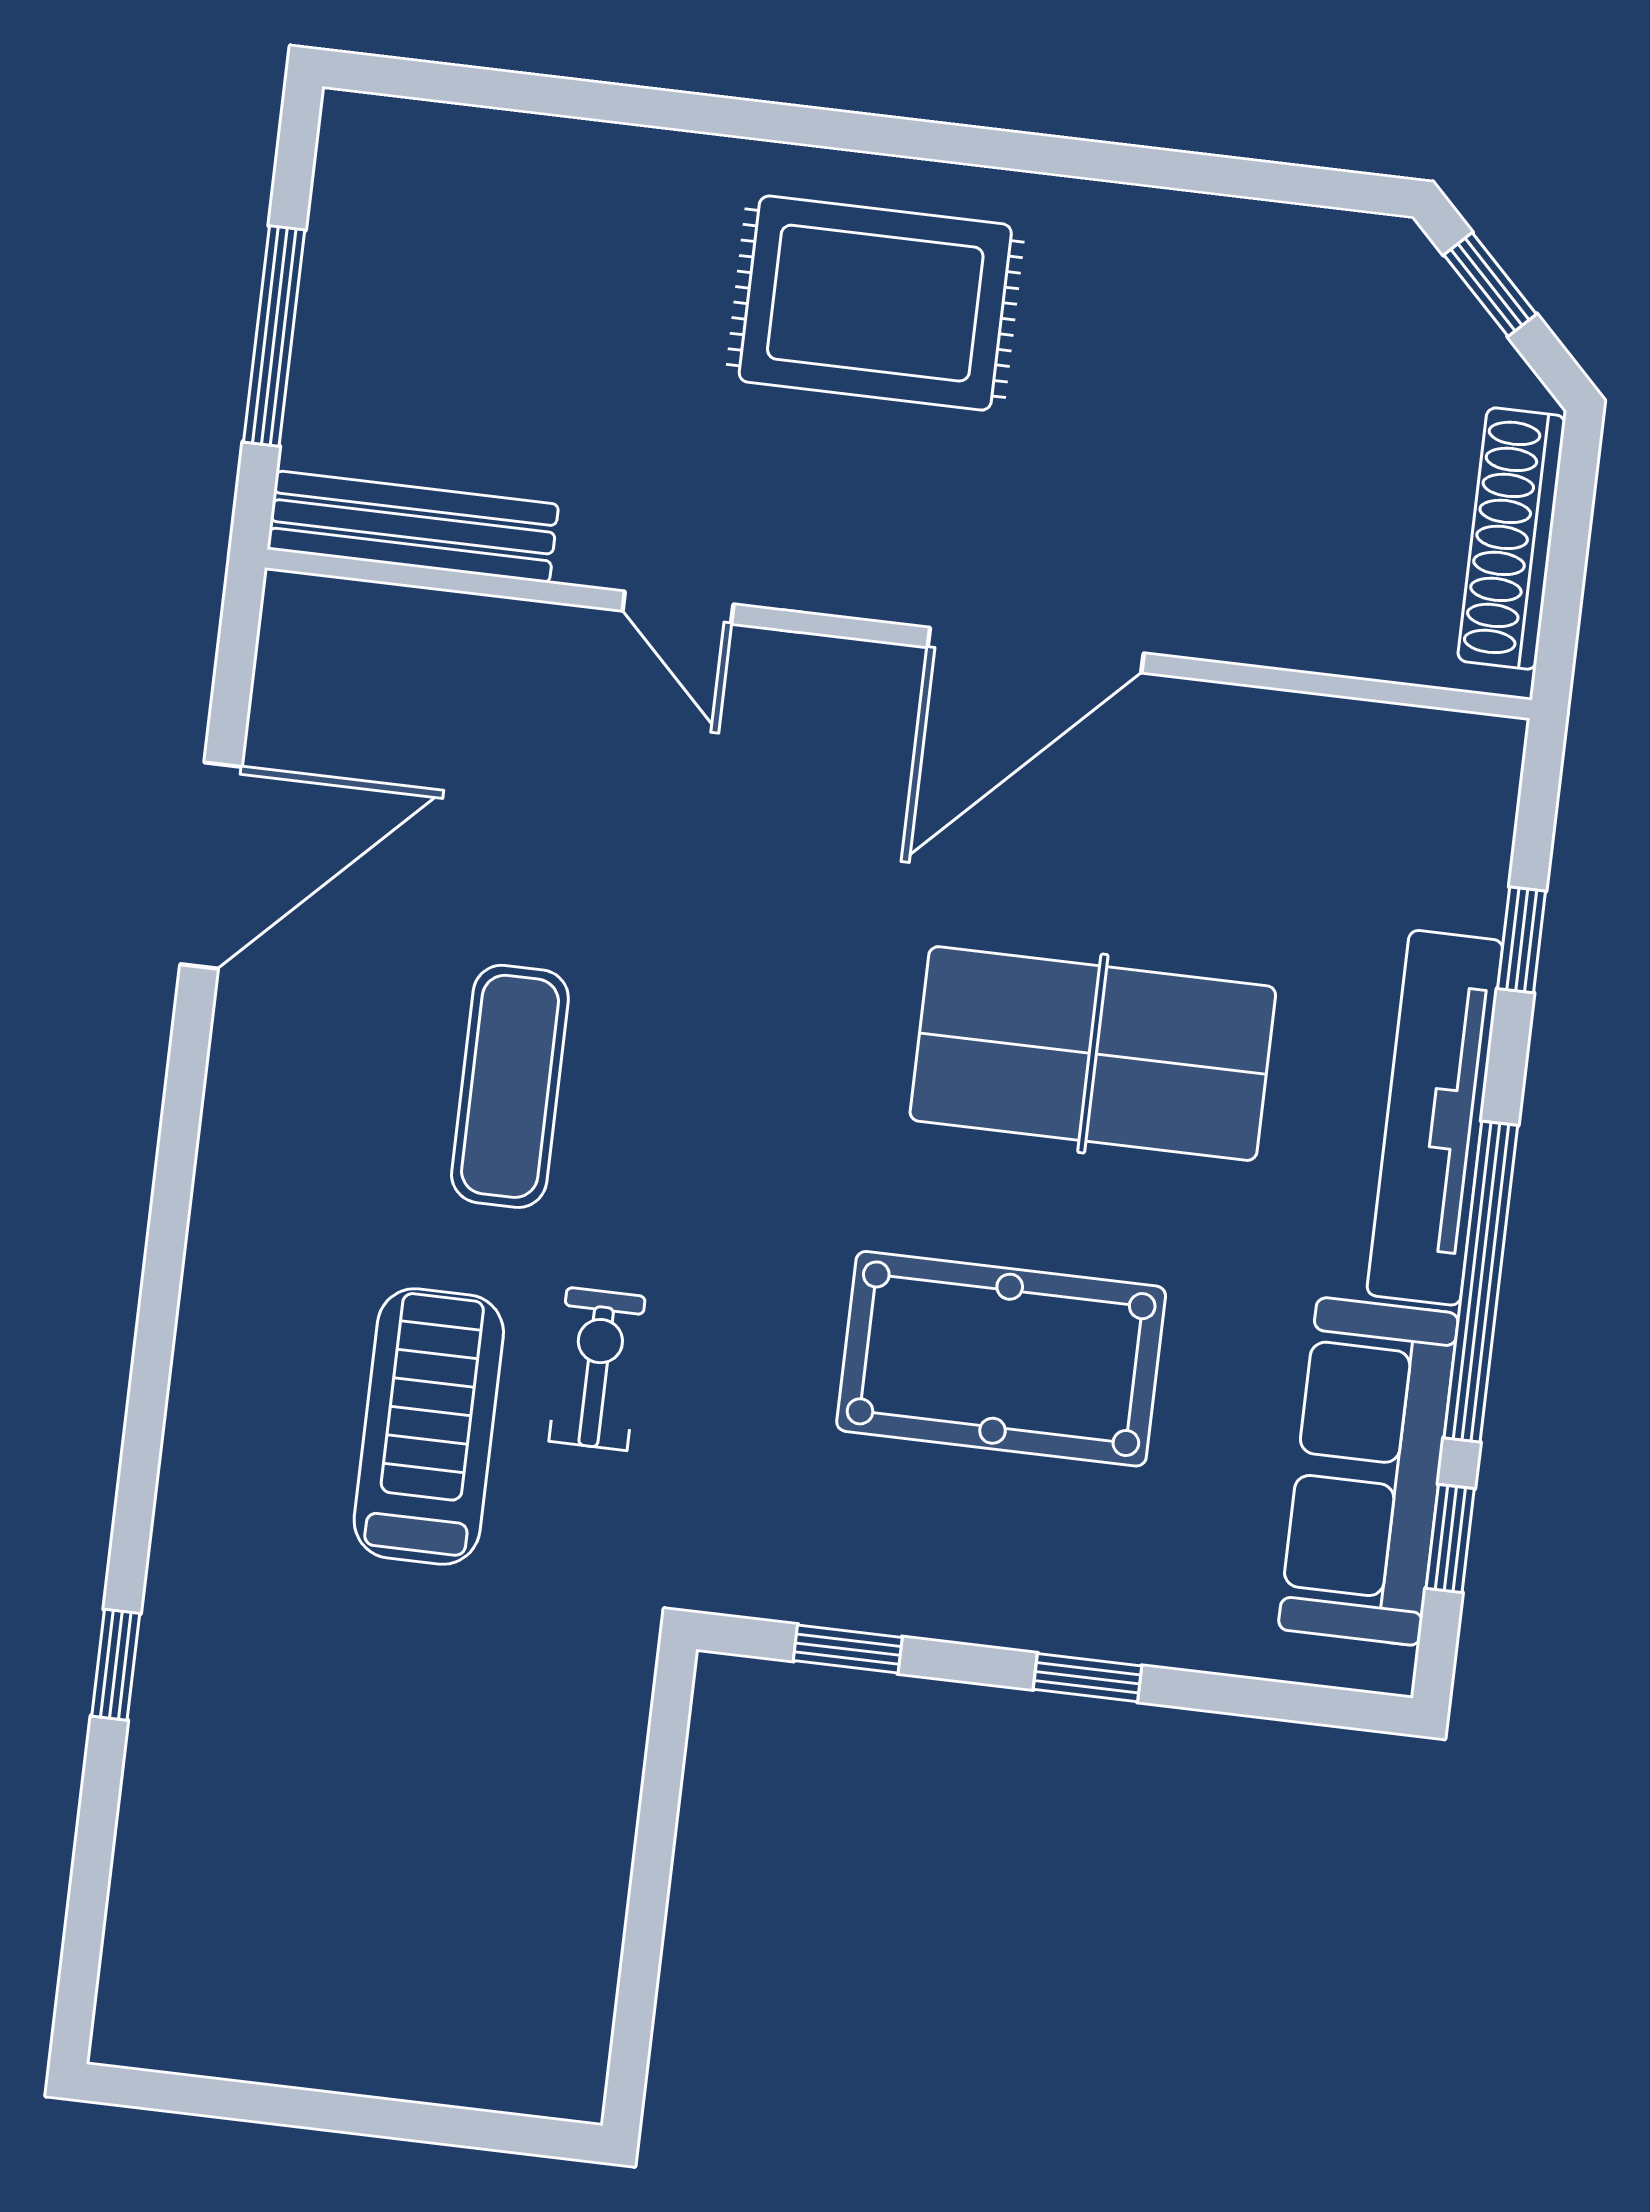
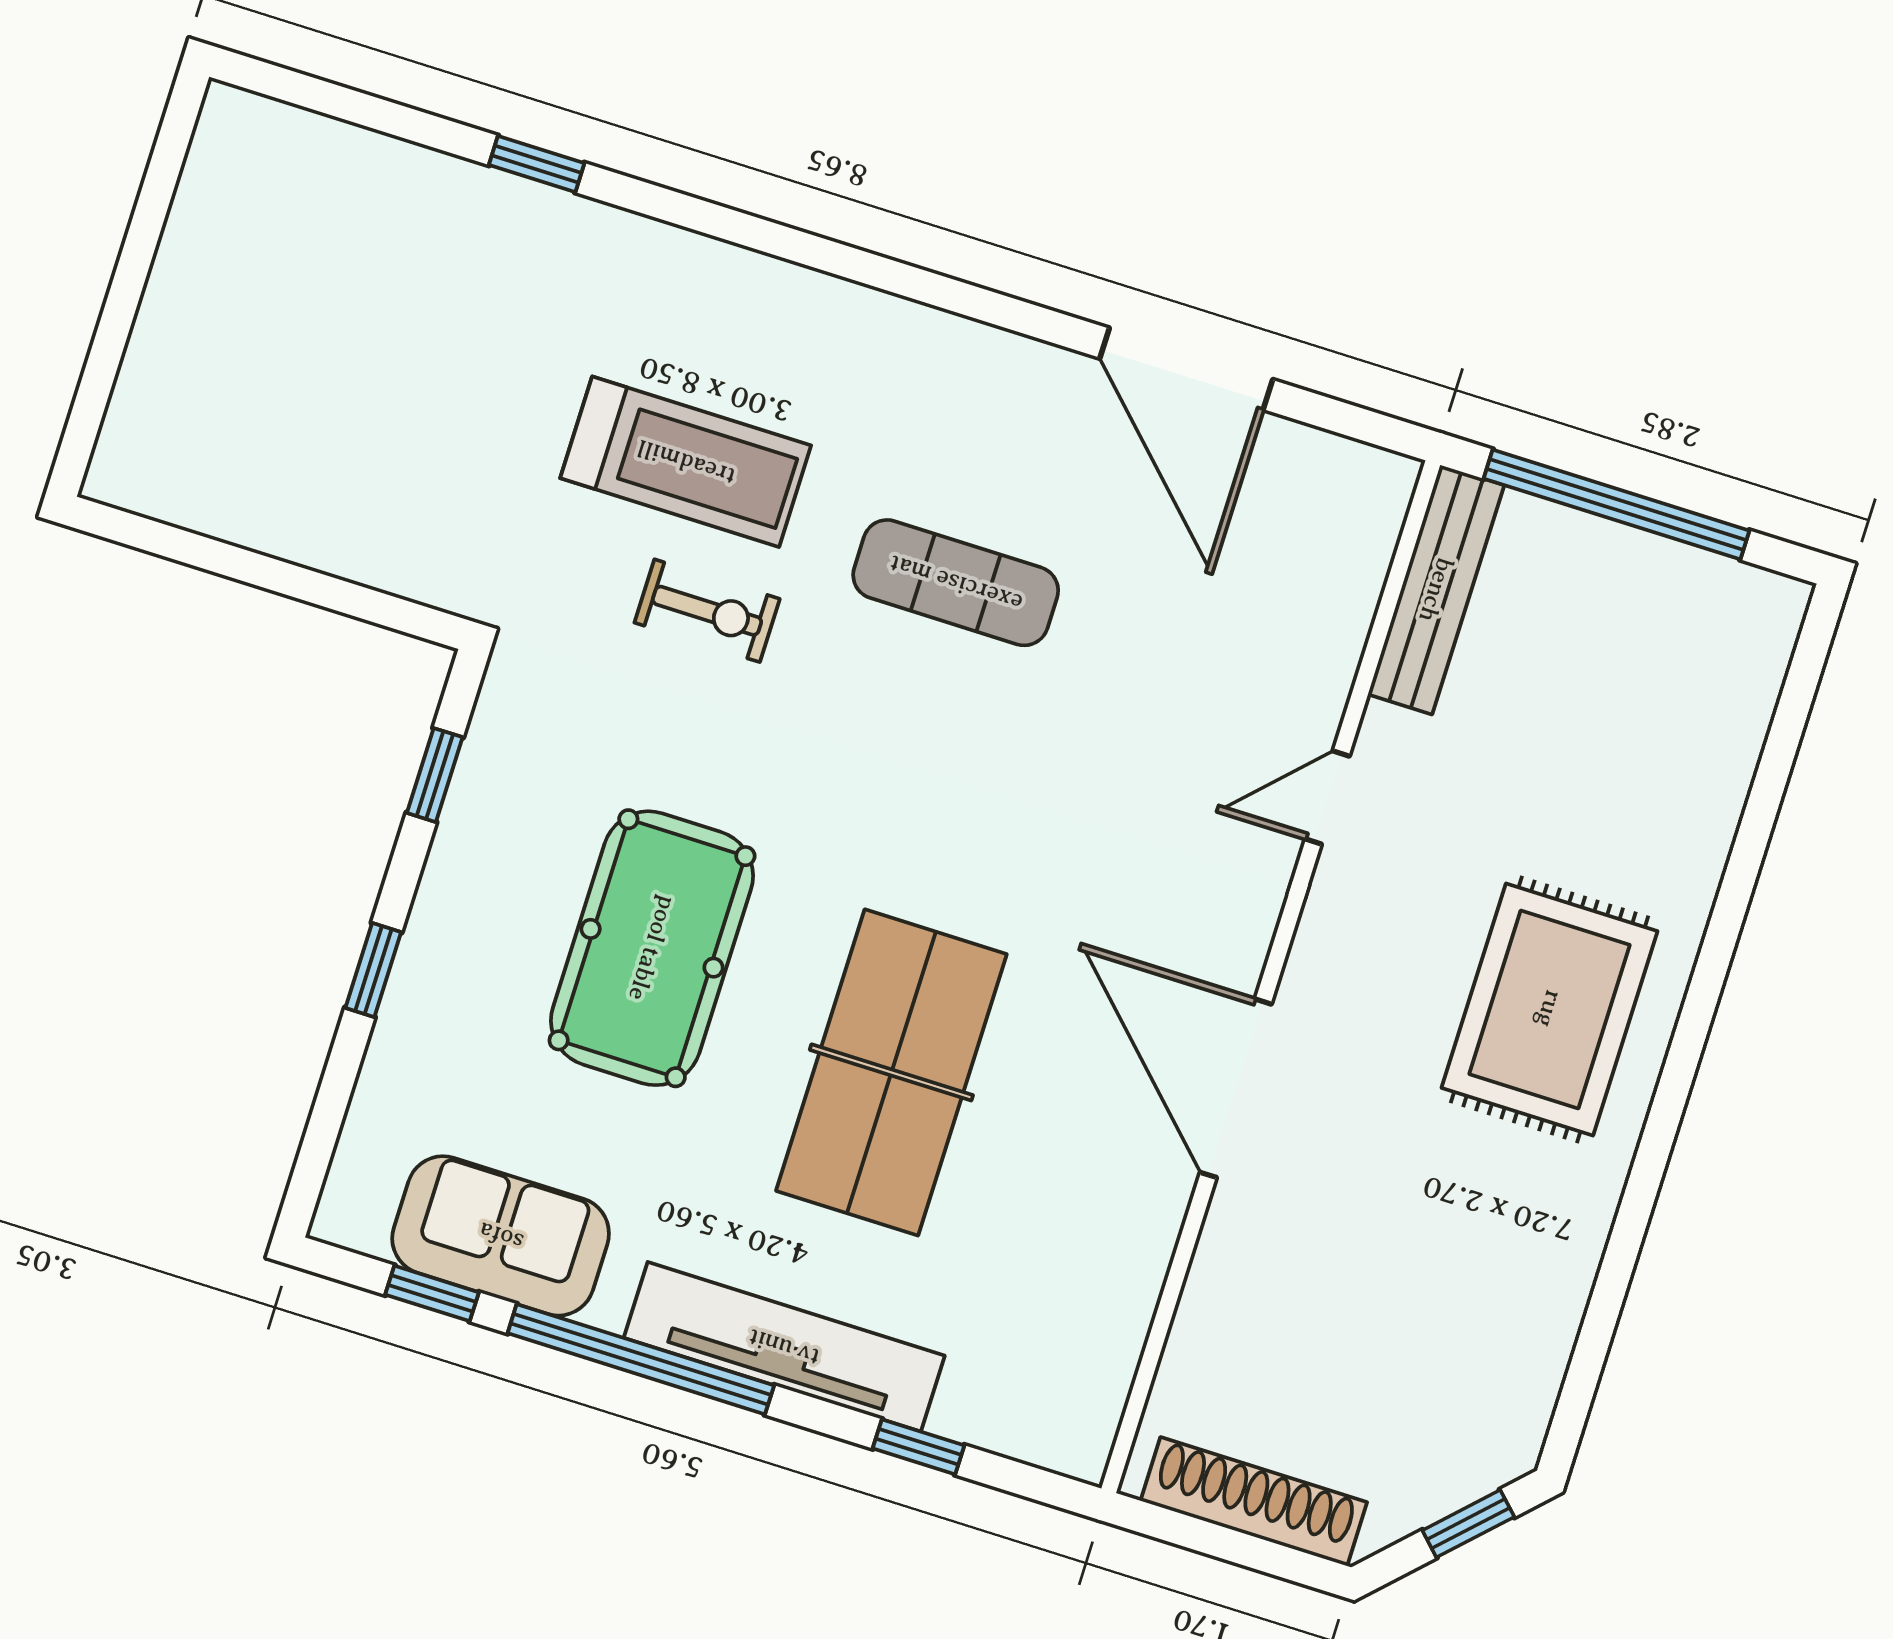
window: (274, 336) -> (1617, 505), width x1.46
sofa: (1368, 1471) -> (501, 1236), width x0.73

